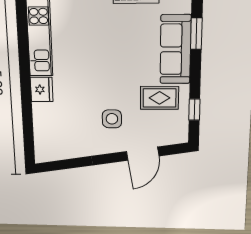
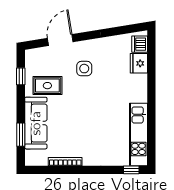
fridge: (42, 89) -> (139, 63), moved
dishwasher: (43, 148) -> (140, 44), added

